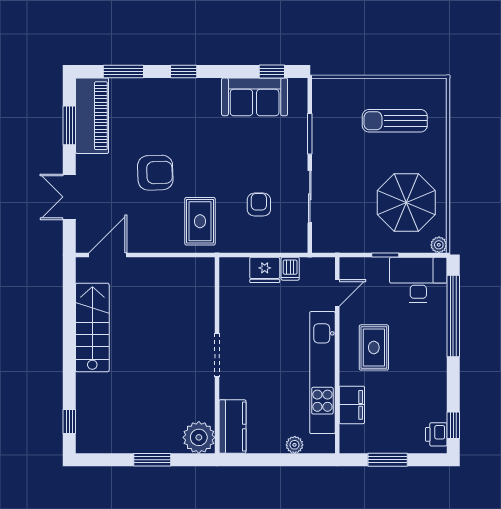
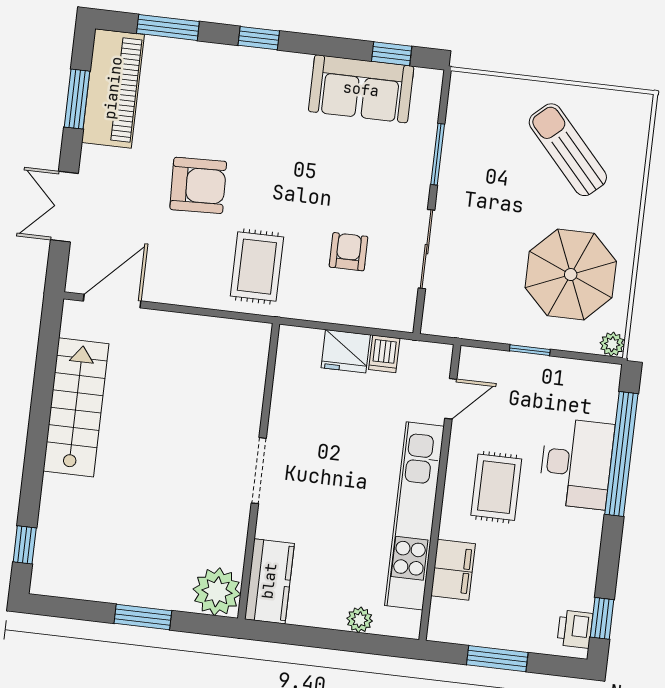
sun lounger: (395, 121) -> (568, 150), turned 48
desk: (418, 280) -> (576, 463), moved, turned 90

